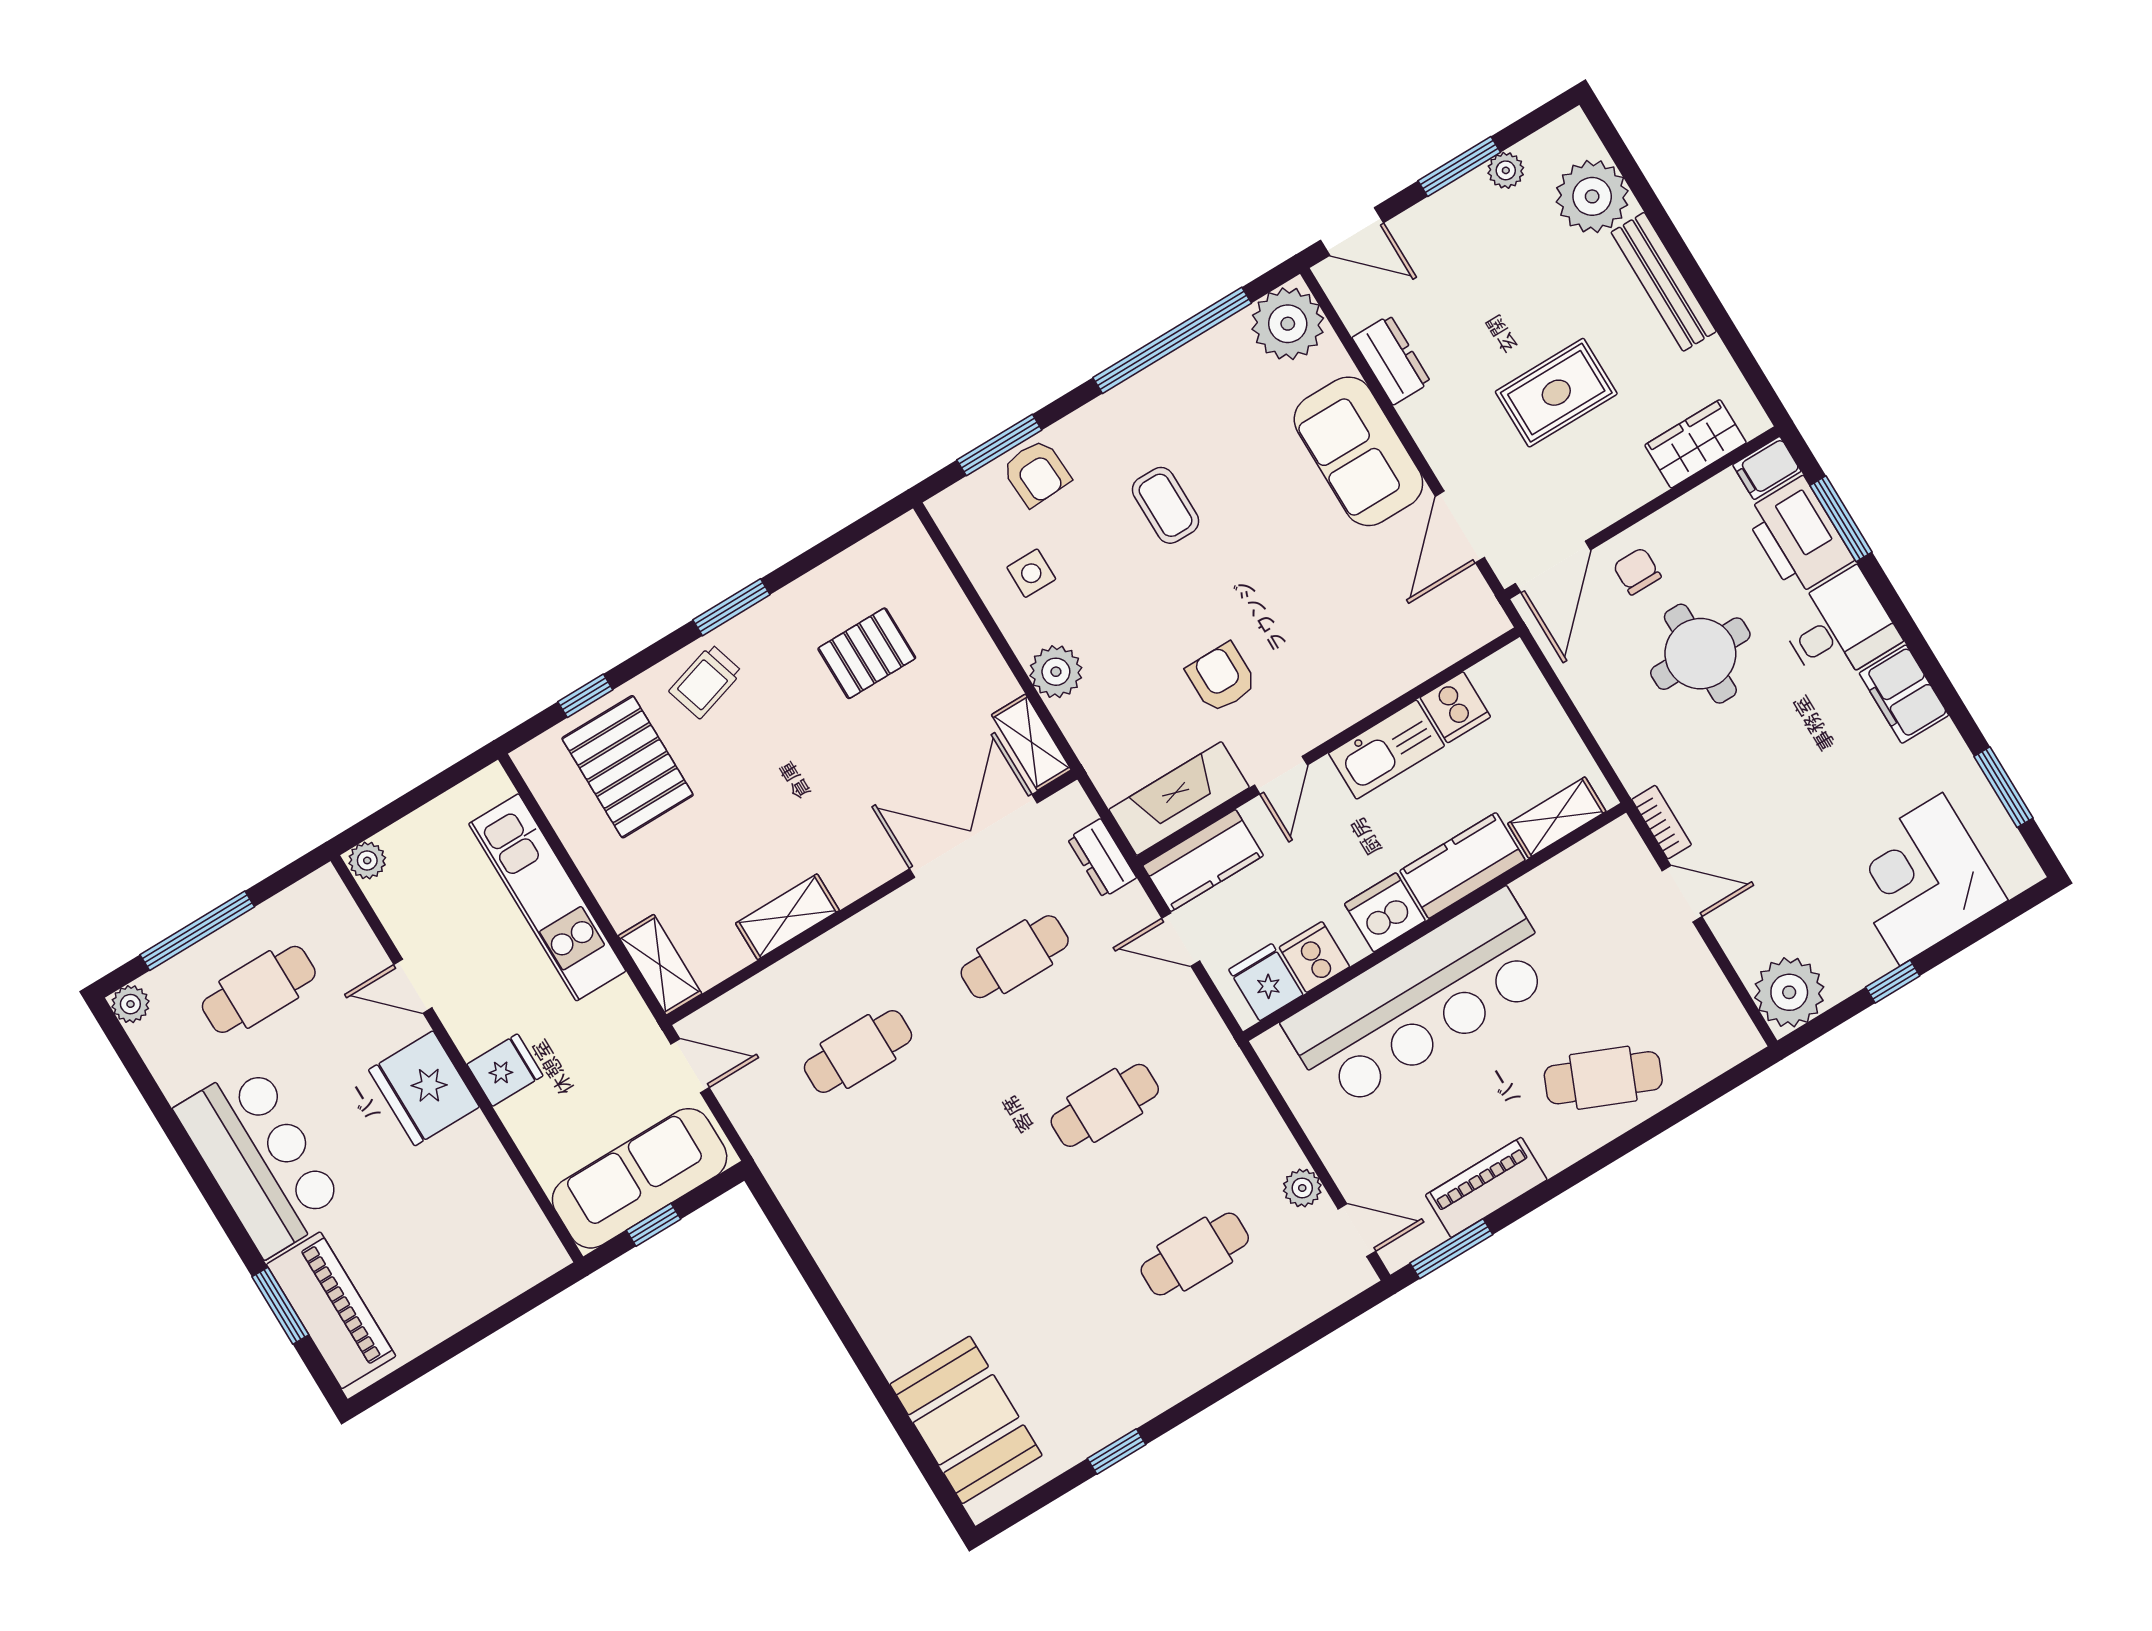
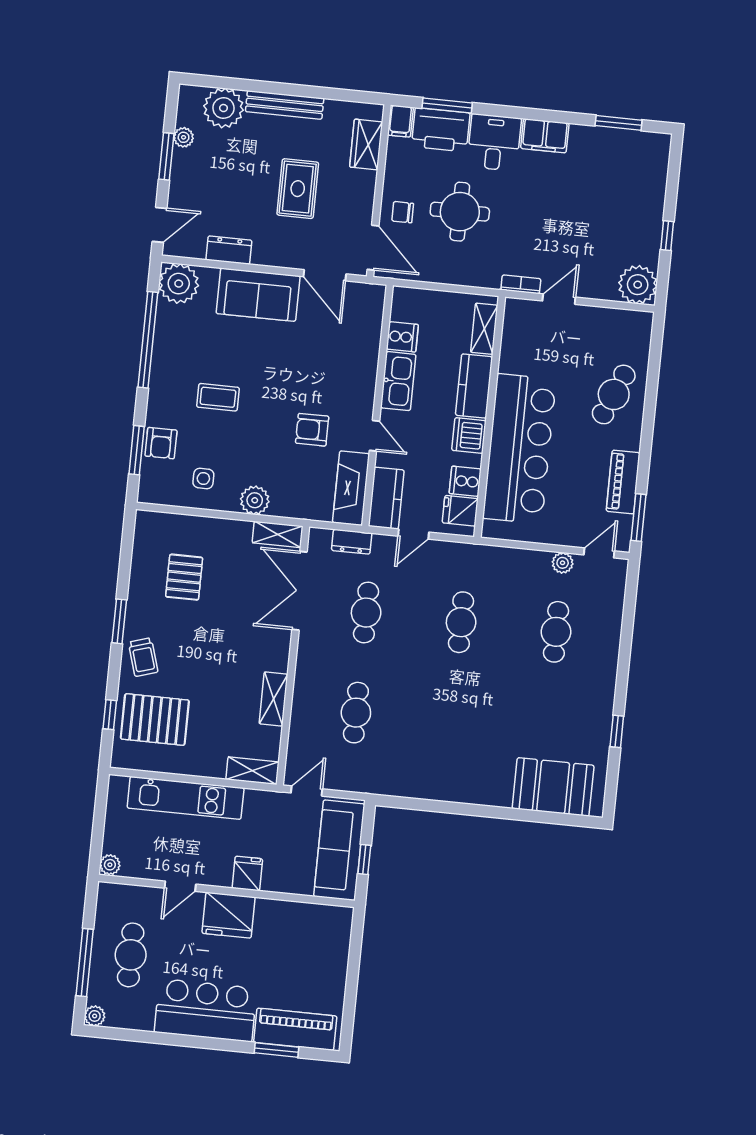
armchair: (1036, 473) -> (161, 443), turned 93
corner desk: (1921, 879) -> (632, 189), removed

